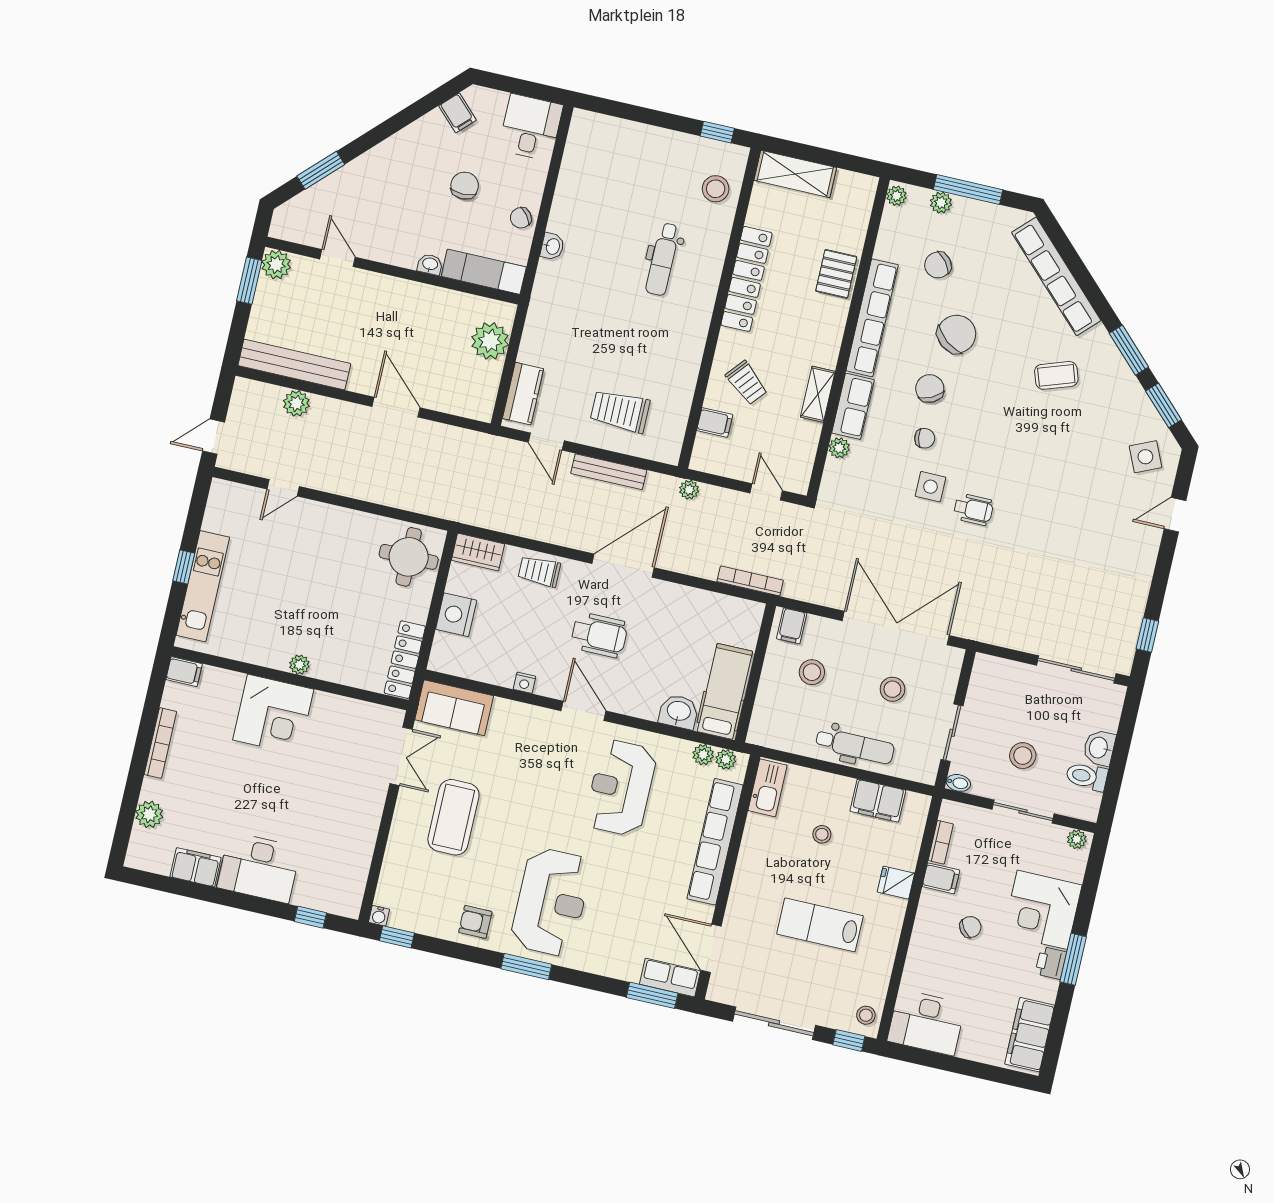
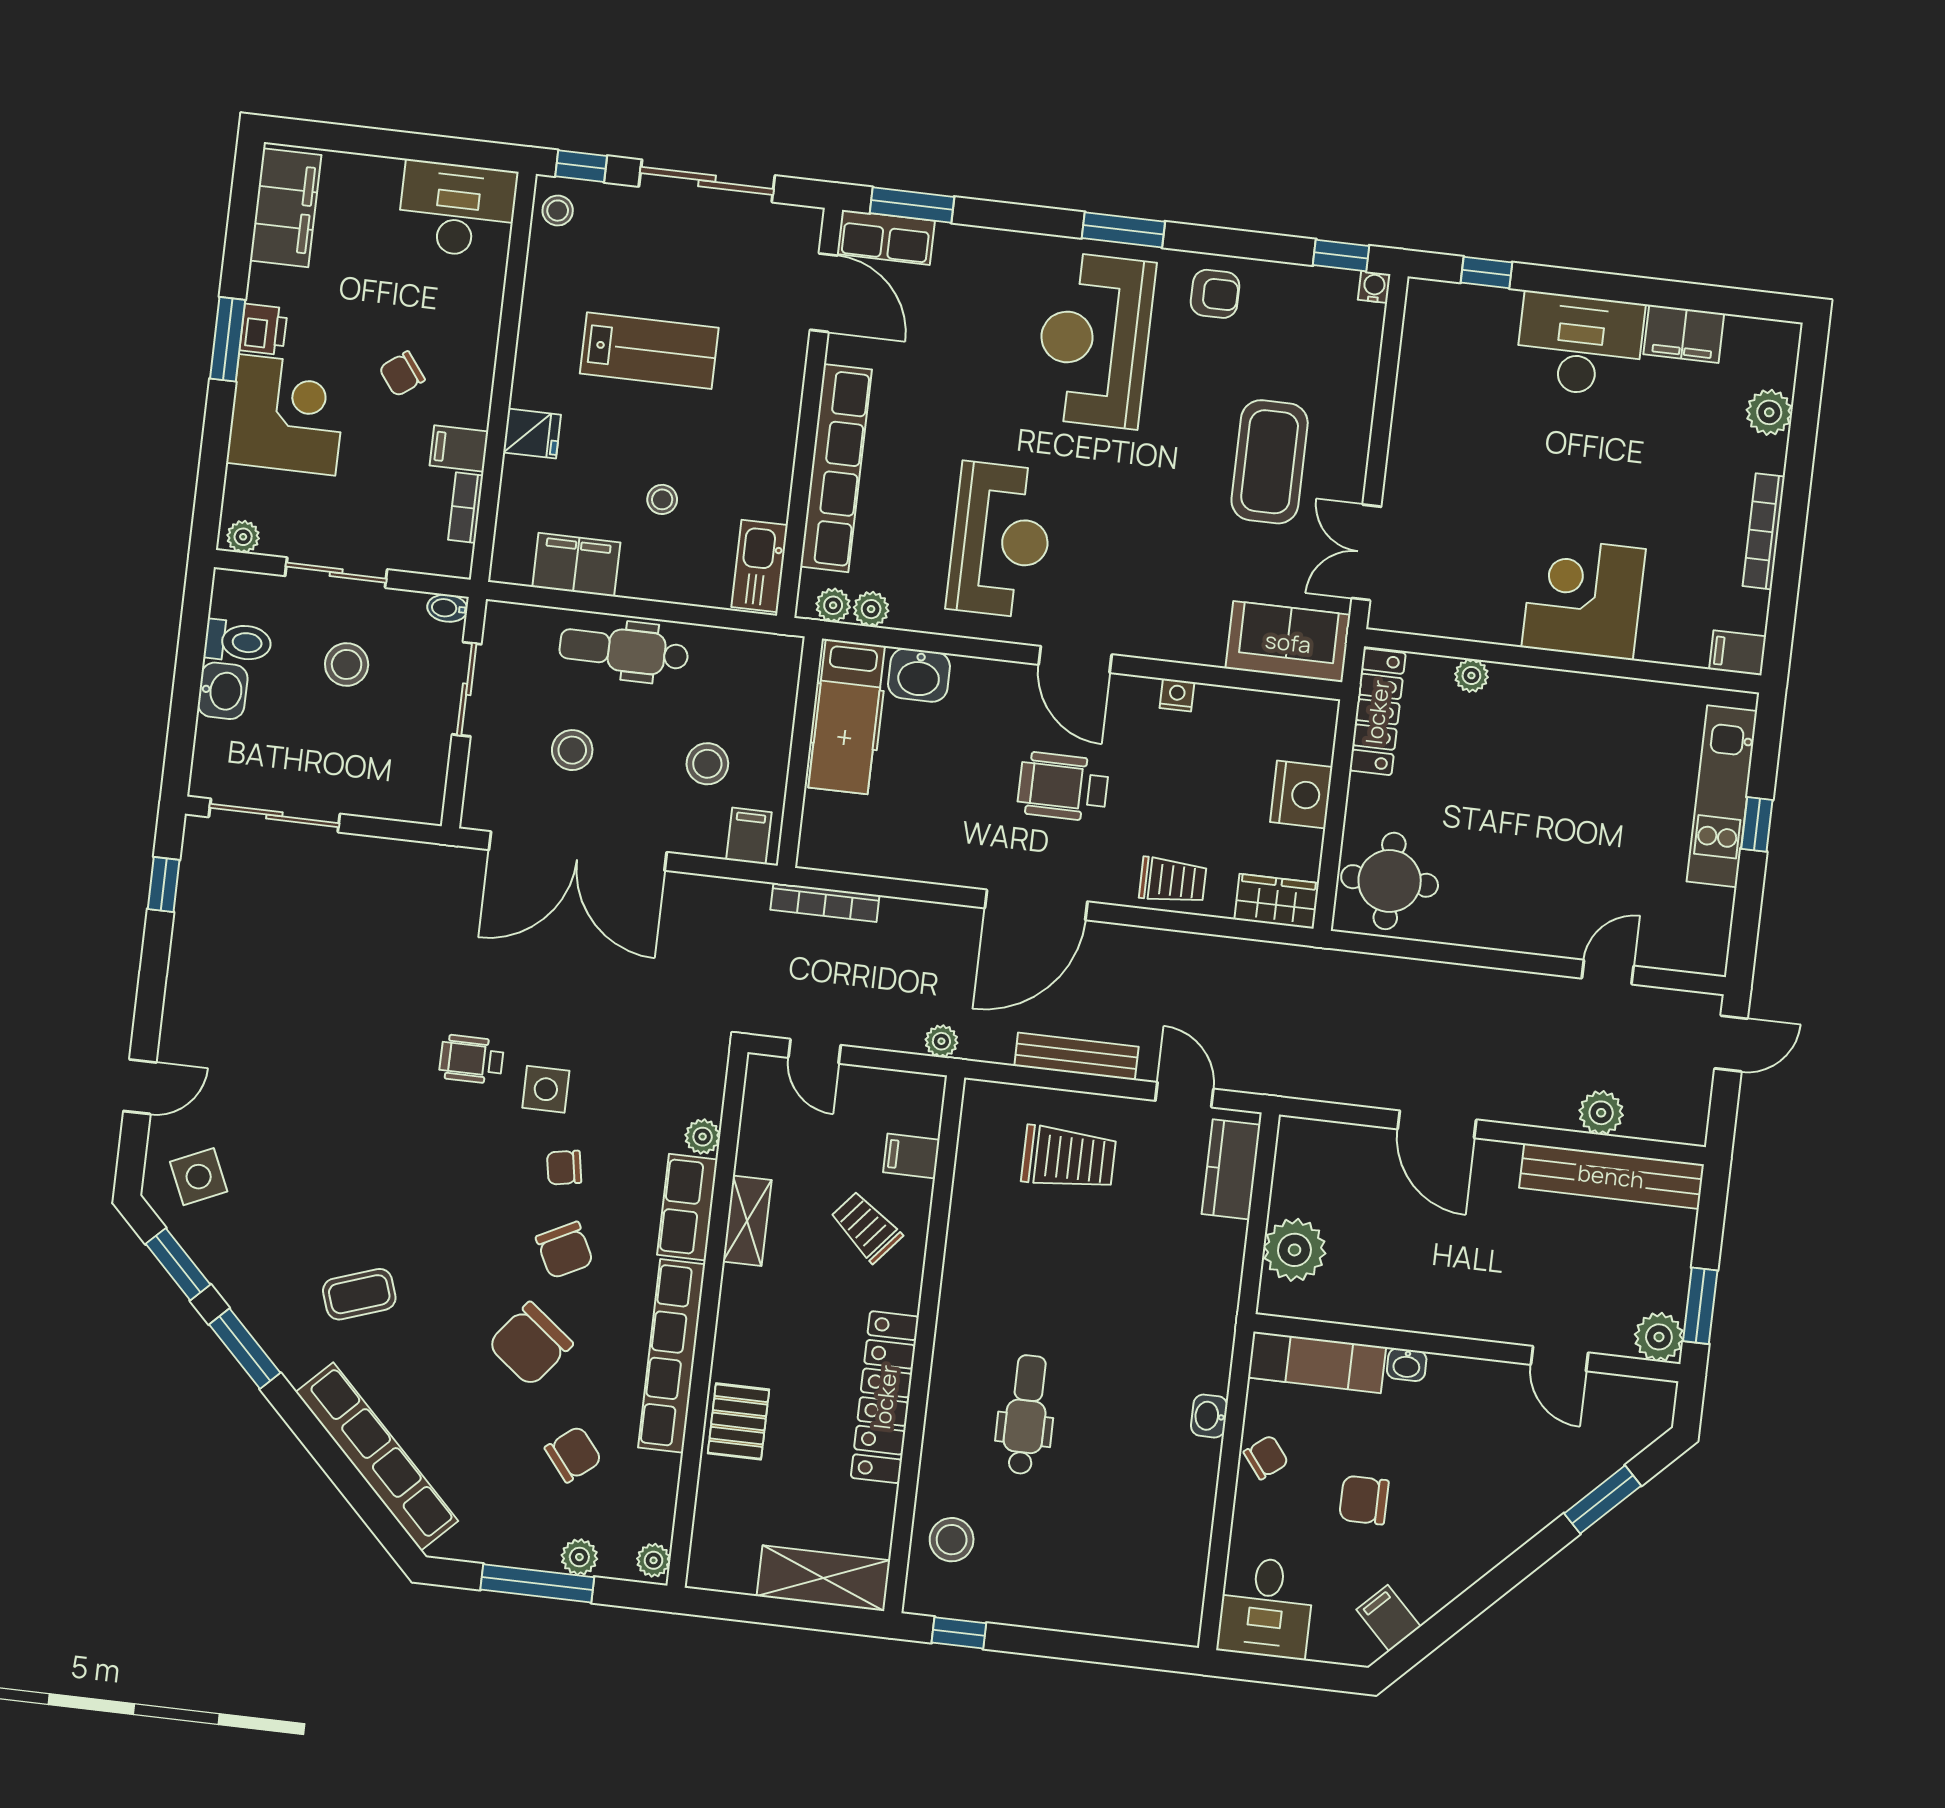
chair: (465, 186) -> (1364, 1500), turned 90
plant: (299, 665) -> (1471, 676), moved

